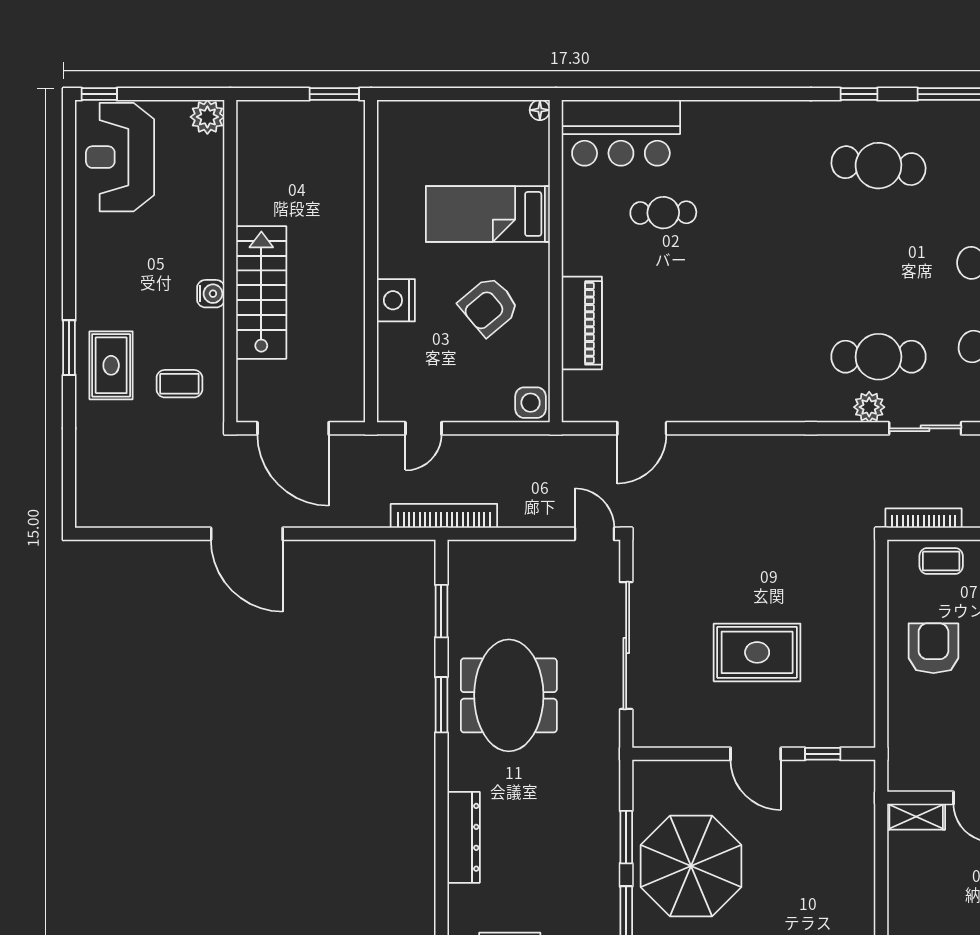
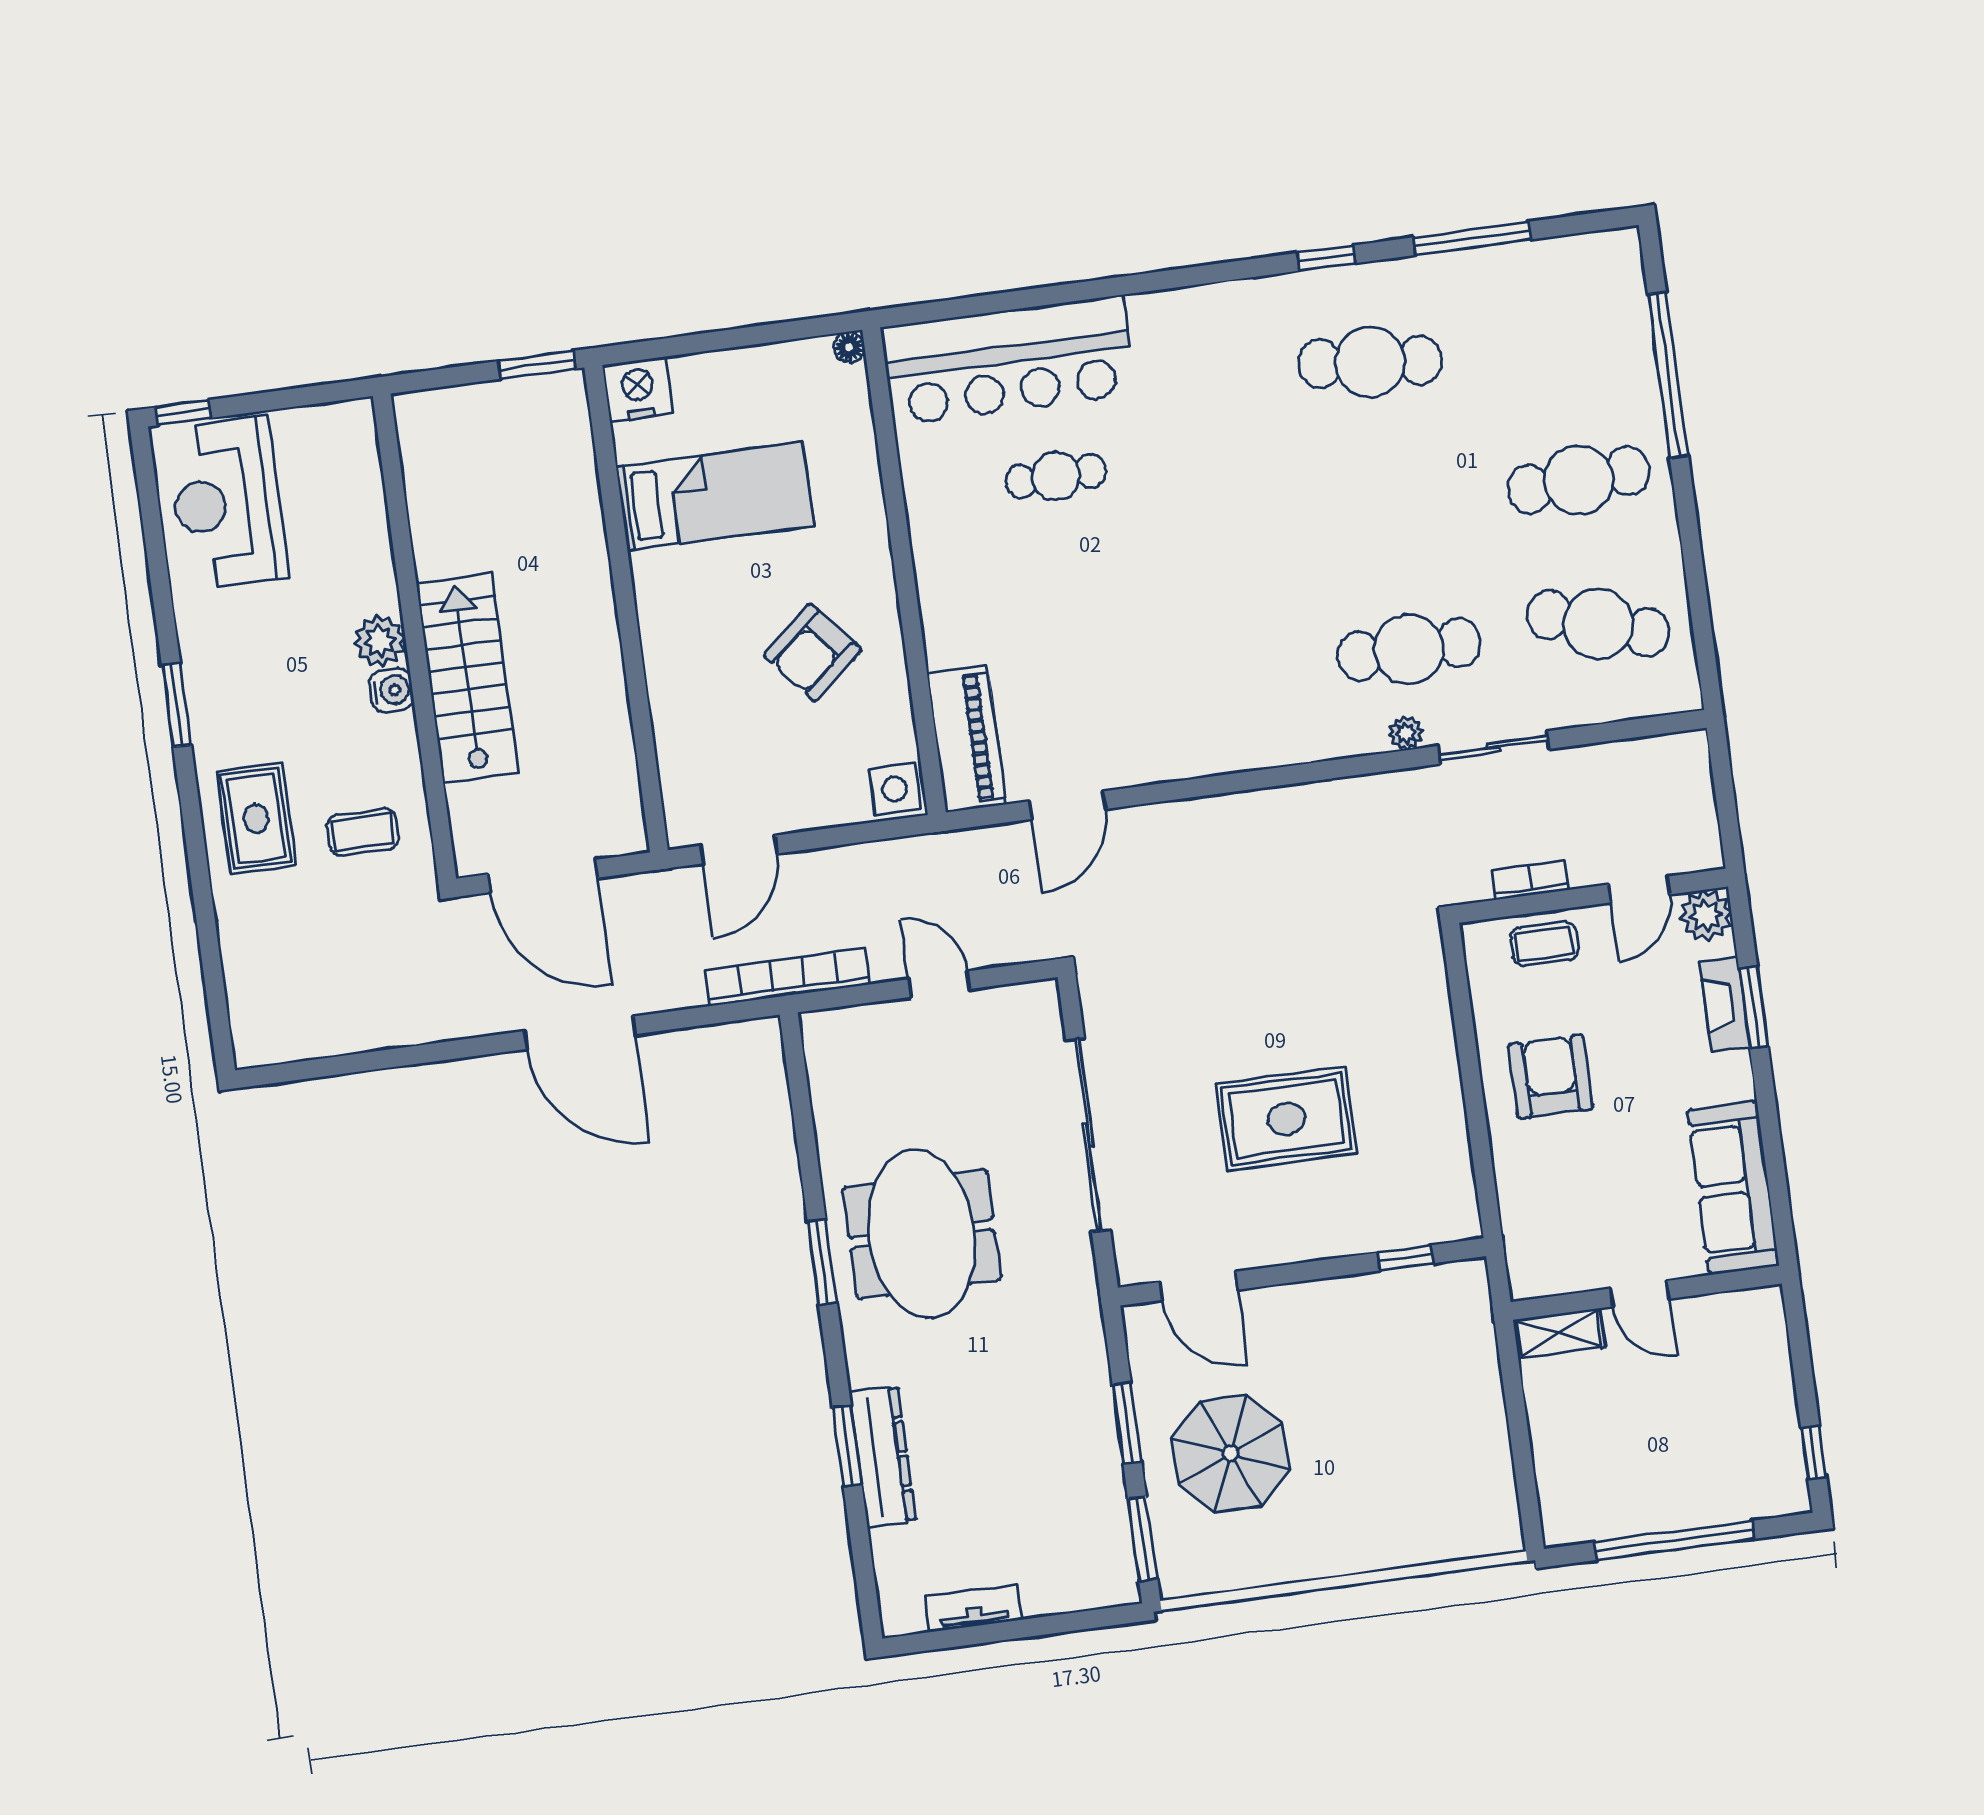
plant: (207, 117) -> (380, 641), moved
bar counter: (621, 133) -> (1008, 360), width x1.36
bed: (488, 214) -> (715, 496), moved, turned 180
nightstand: (396, 300) -> (638, 389), moved, turned 90
piano: (582, 323) -> (967, 739), moved
window: (69, 348) -> (177, 705), moved
plant: (869, 407) -> (1406, 733), width x0.73, depth x0.73
door: (423, 428) -> (739, 850), width x1.38
bookcase: (924, 518) -> (1530, 880), width x0.64
door: (247, 534) -> (580, 1033), moved
door: (594, 534) -> (939, 984), moved
window: (441, 611) -> (847, 1446), moved
door: (756, 754) -> (1199, 1286), moved
parasol: (691, 866) -> (1230, 1453), width x0.73, depth x0.73

